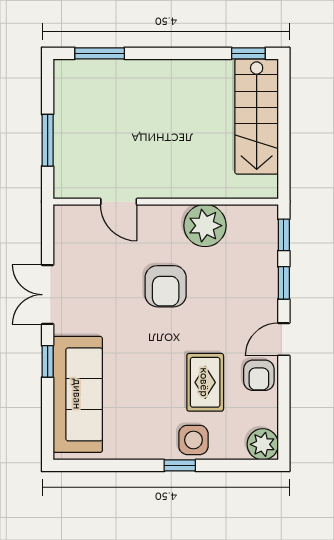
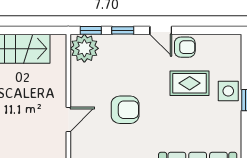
door: (119, 202) -> (68, 119), moved
plant: (205, 226) -> (84, 48), moved
plant: (263, 444) -> (231, 45), removed

